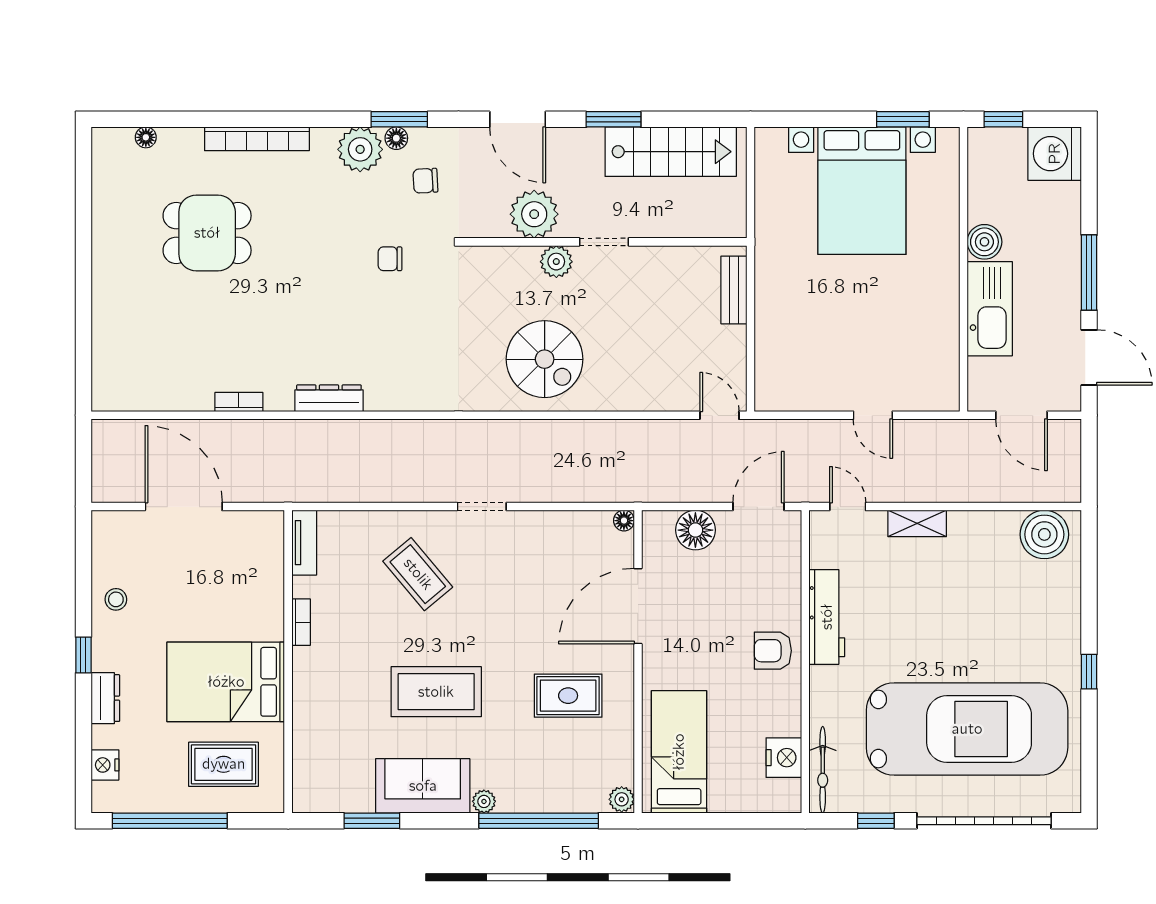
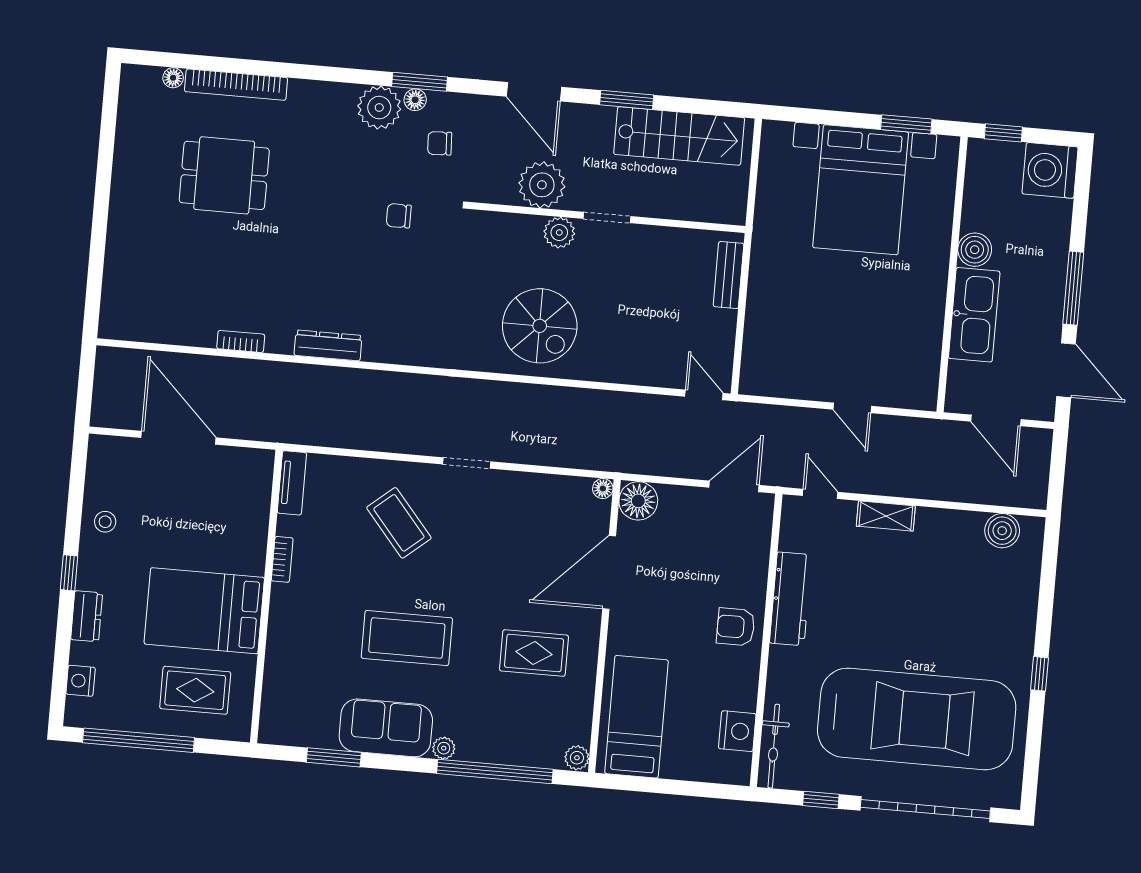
bookcase: (257, 139) -> (236, 85), moved
floor lamp: (695, 530) -> (638, 501), moved
boiler: (1044, 534) -> (1002, 531), width x0.73, depth x0.73

